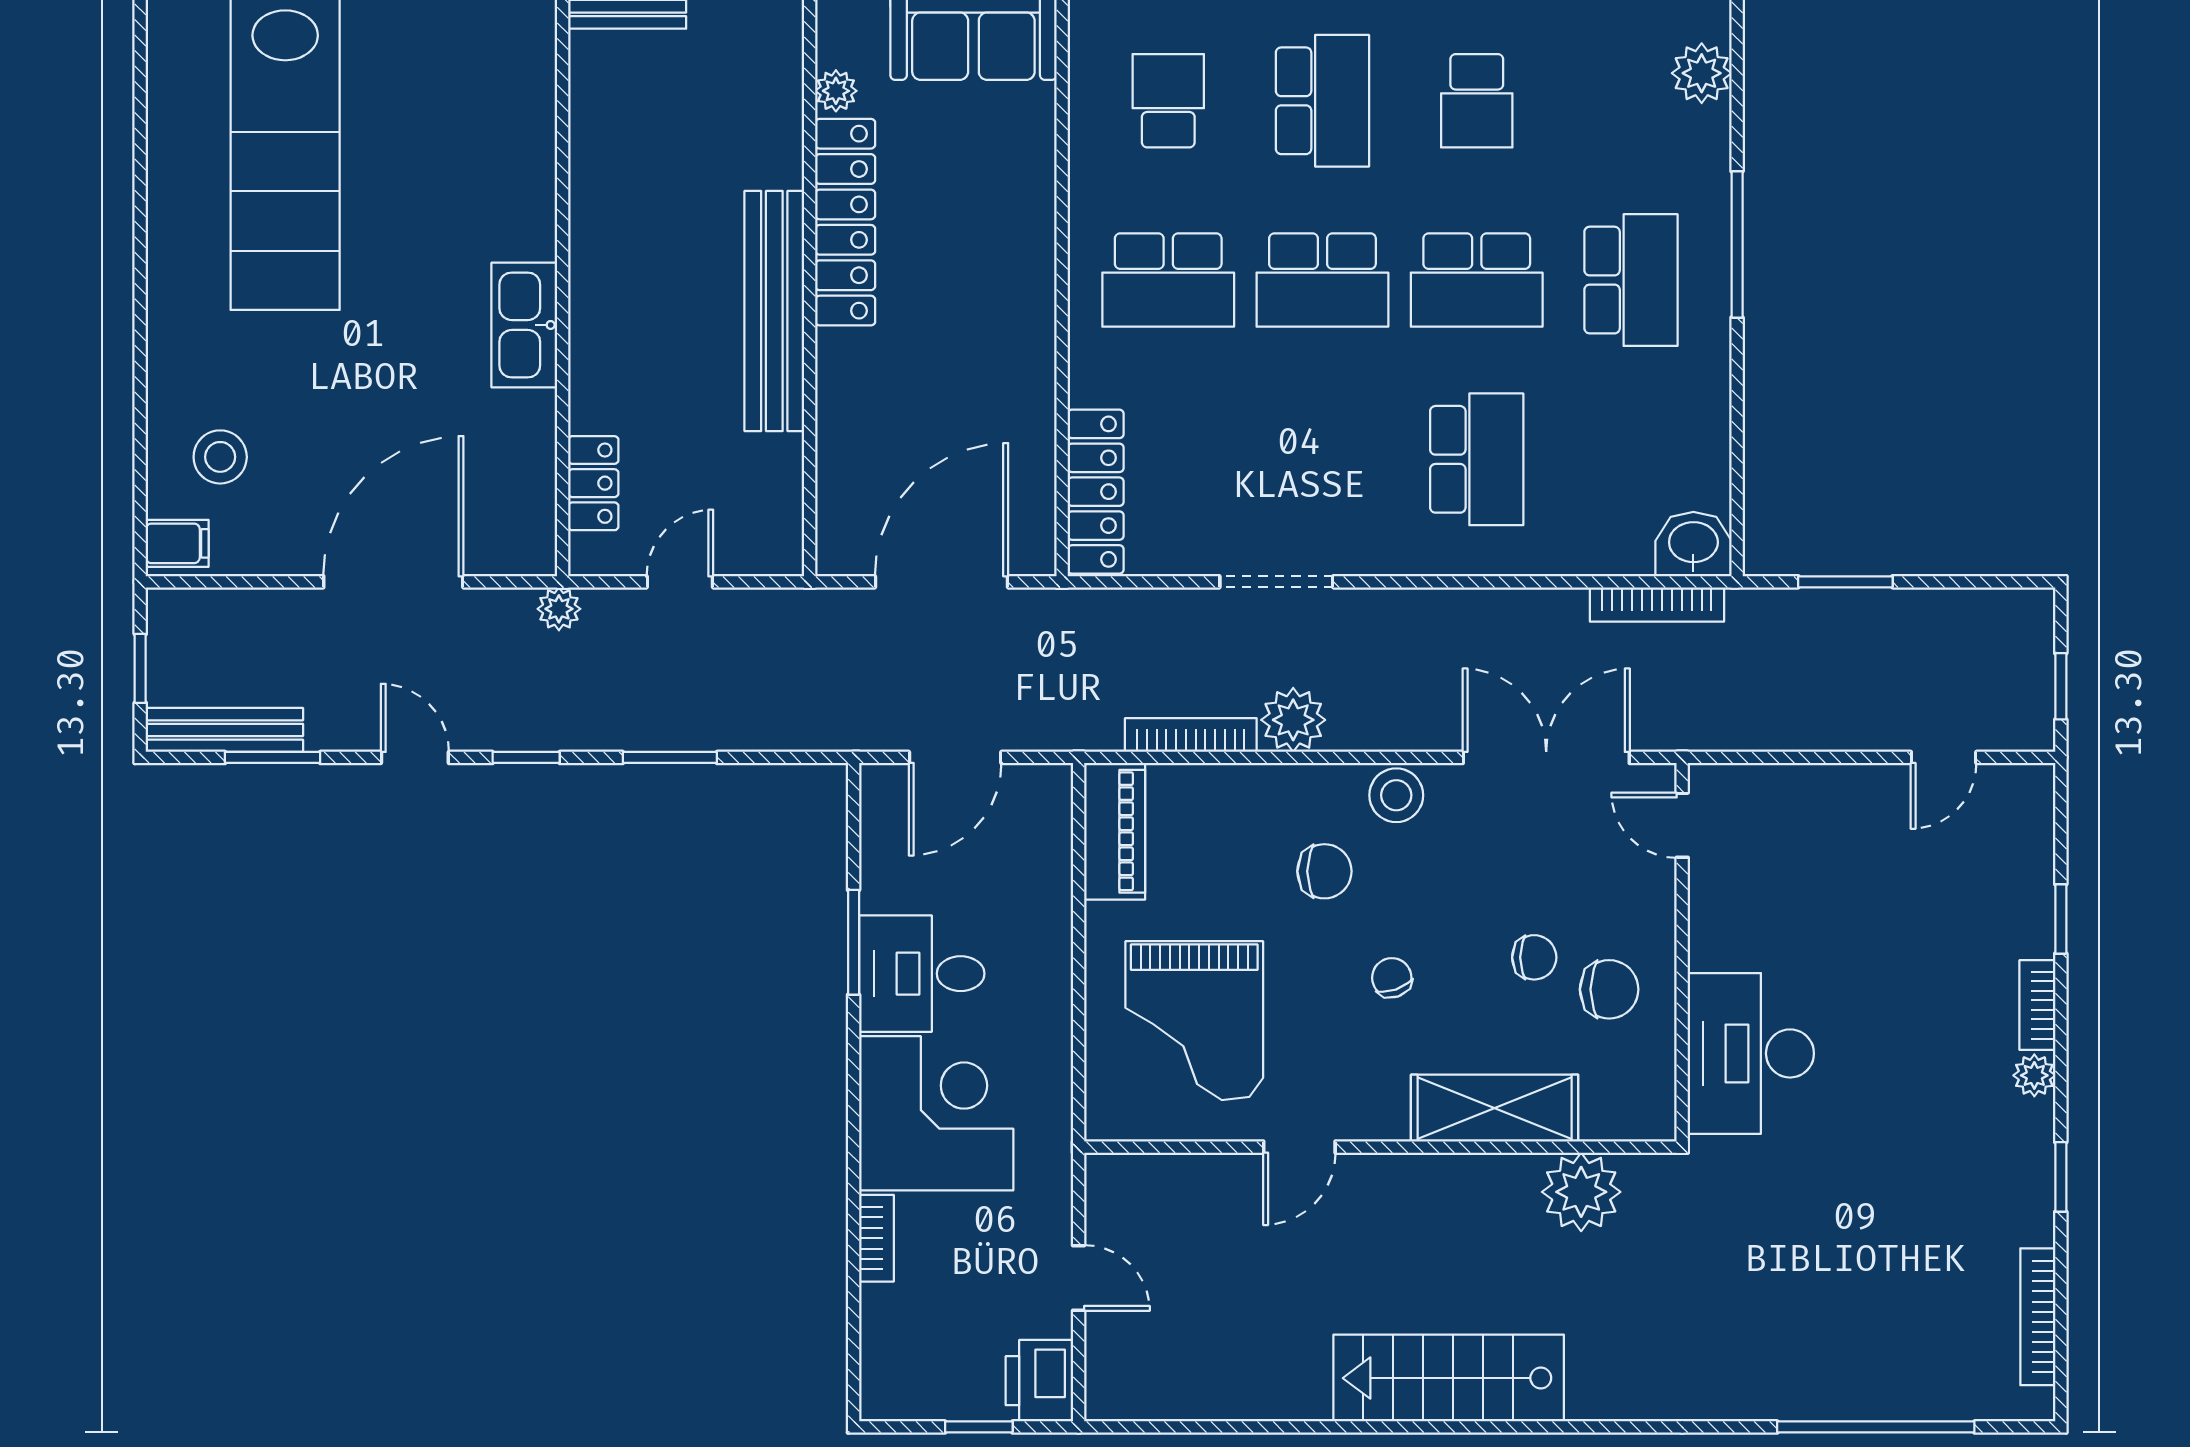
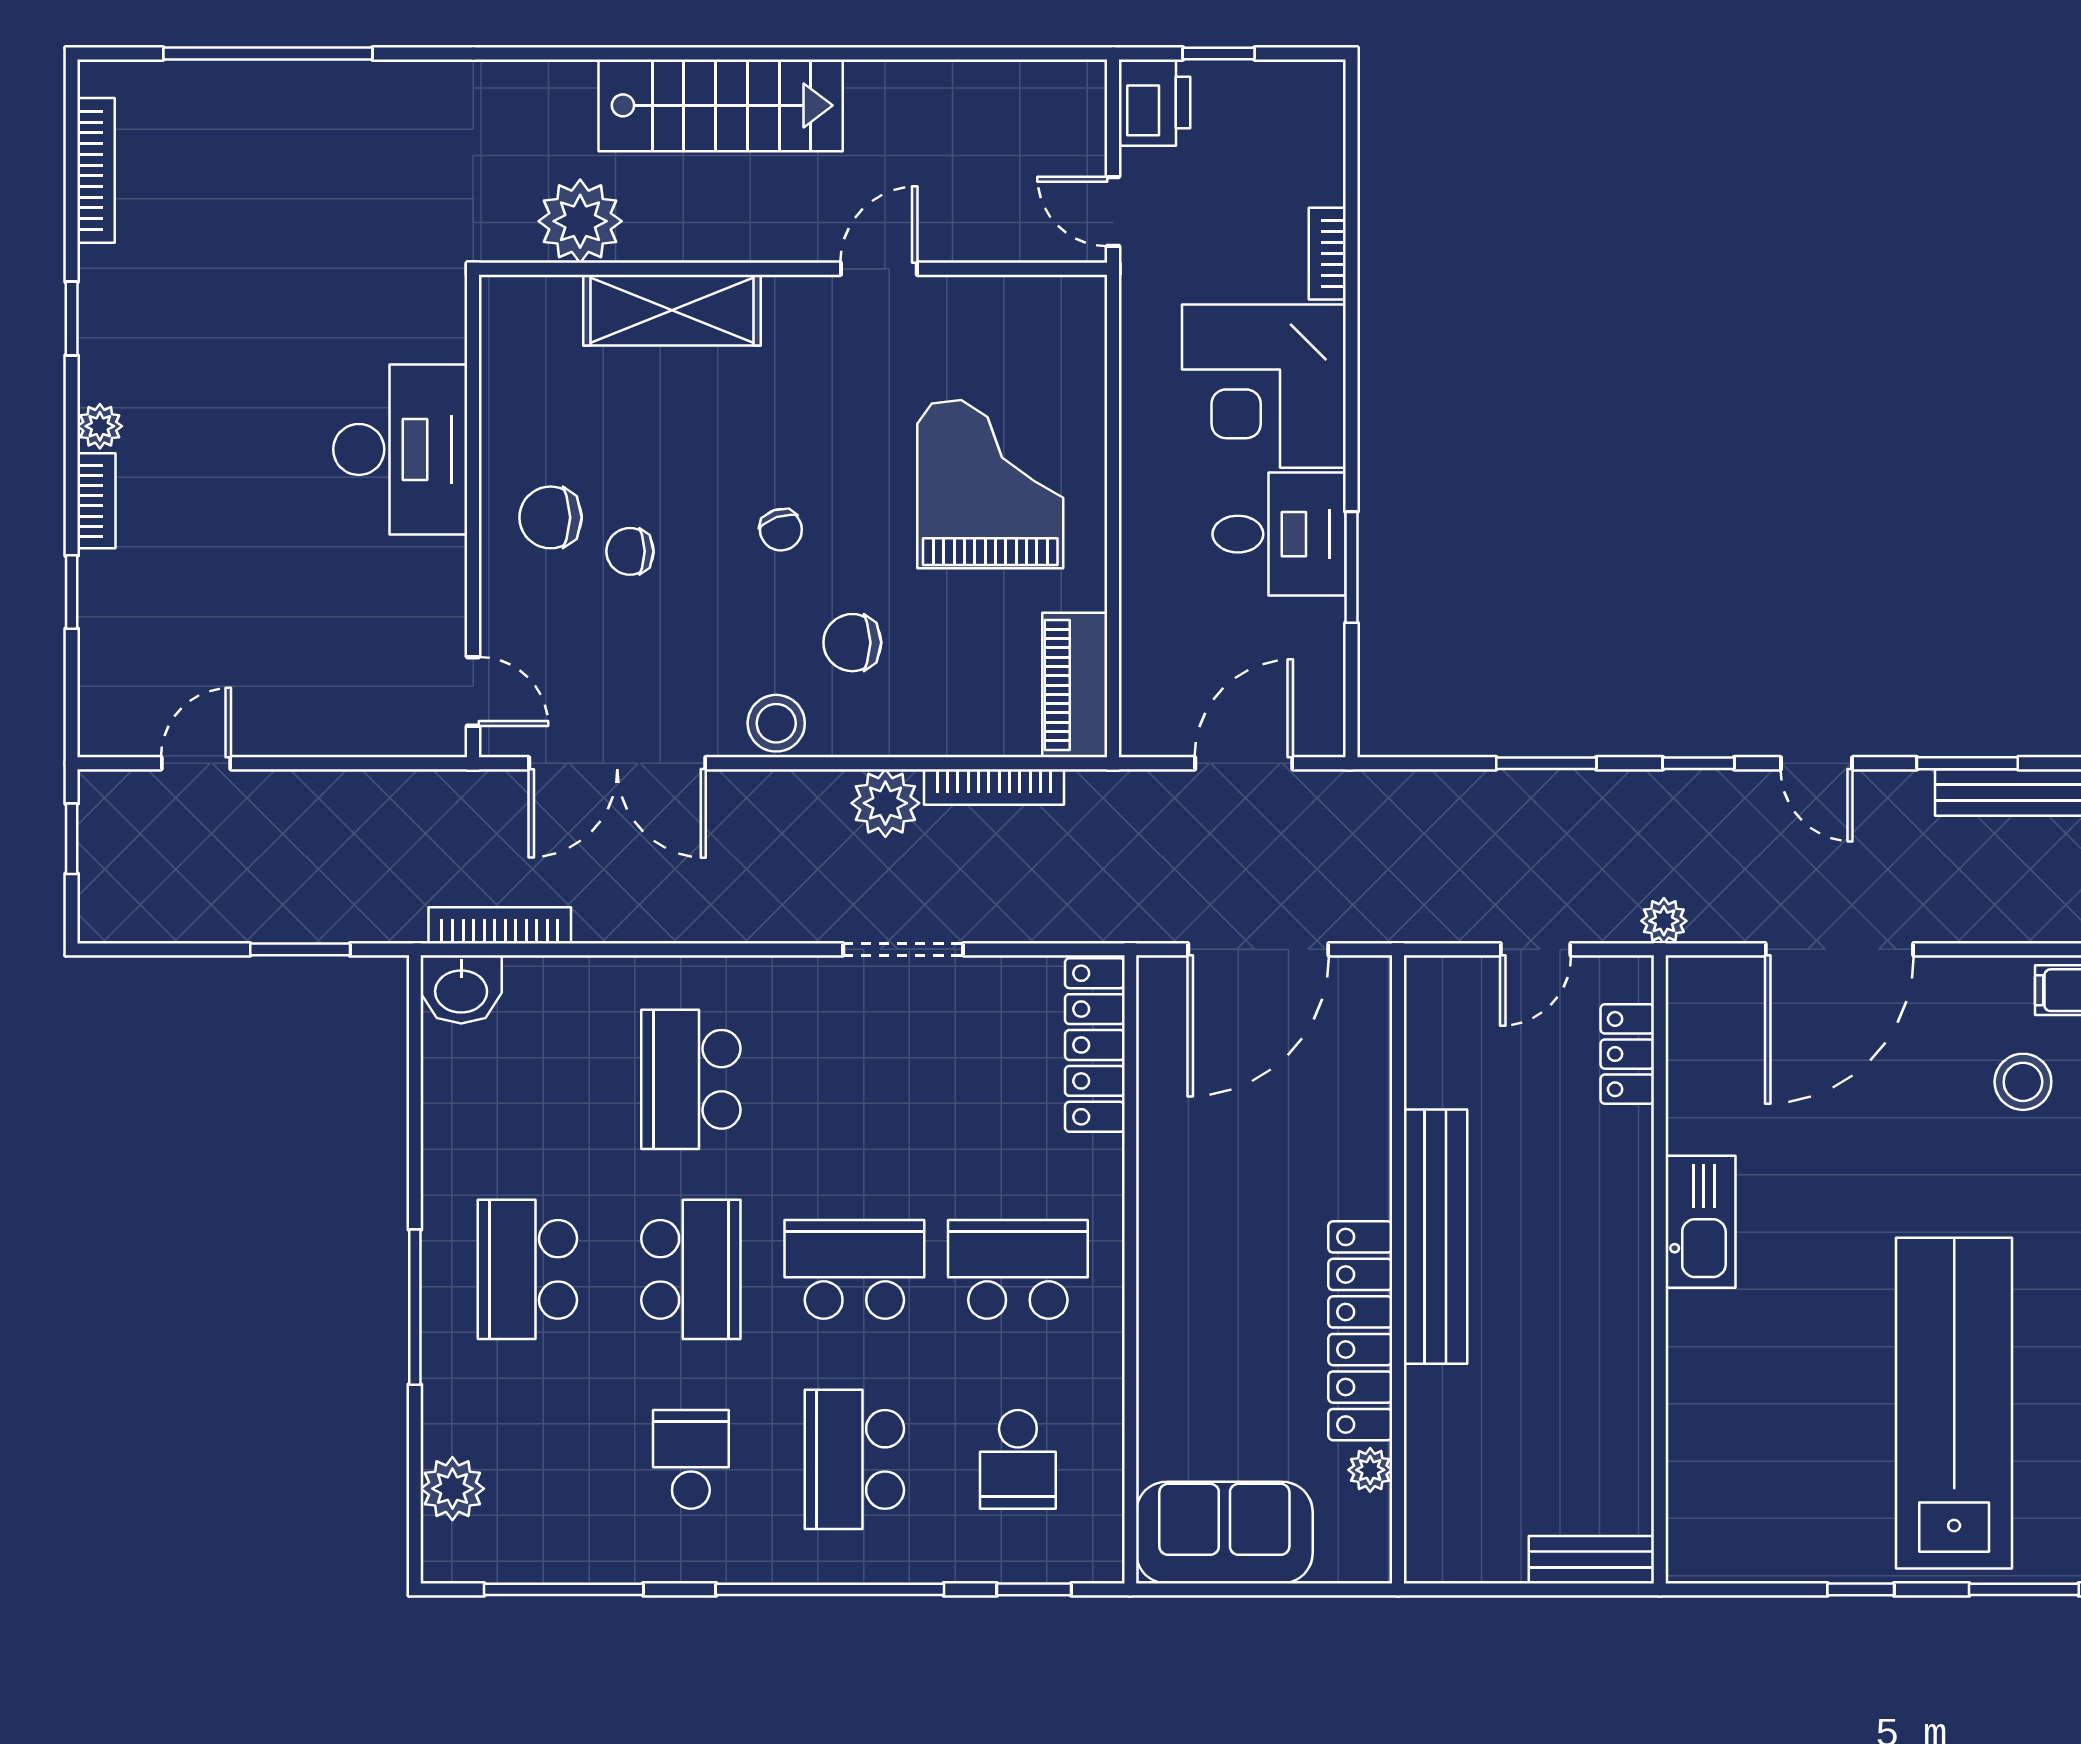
school desk: (1477, 280) -> (691, 1269), turned 90
shelving: (1495, 1108) -> (672, 310), moved
door: (1299, 1147) -> (879, 269), moved
wall: (1380, 1147) -> (793, 269), moved
plant: (1581, 1192) -> (580, 221), moved

